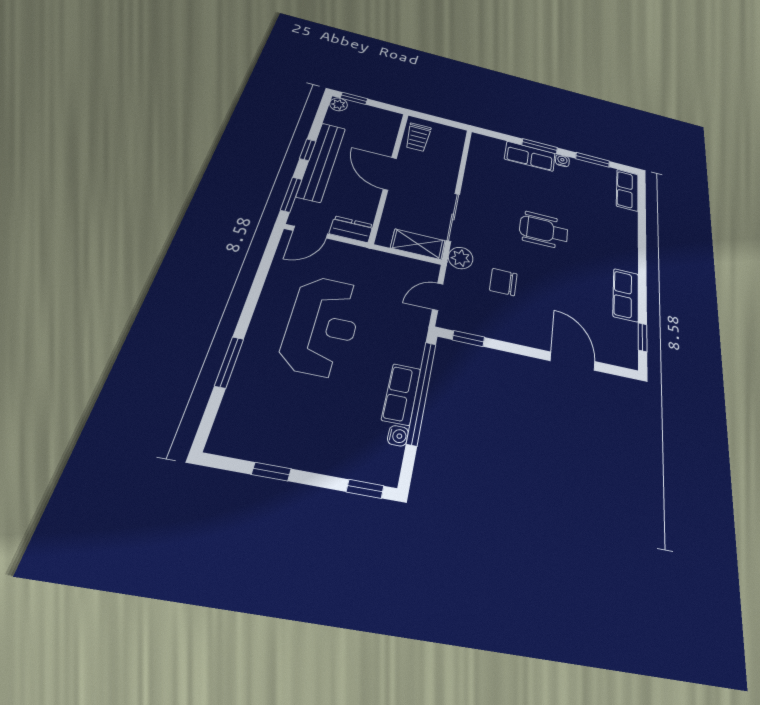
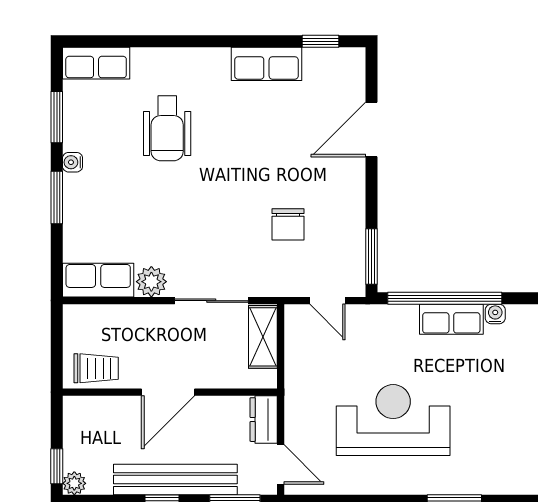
row of seats: (530, 156) -> (98, 280), moved, turned -90
wheelchair: (544, 230) -> (167, 128), moved
plant: (461, 258) -> (151, 282), moved
window: (468, 339) -> (372, 256), width x1.50

